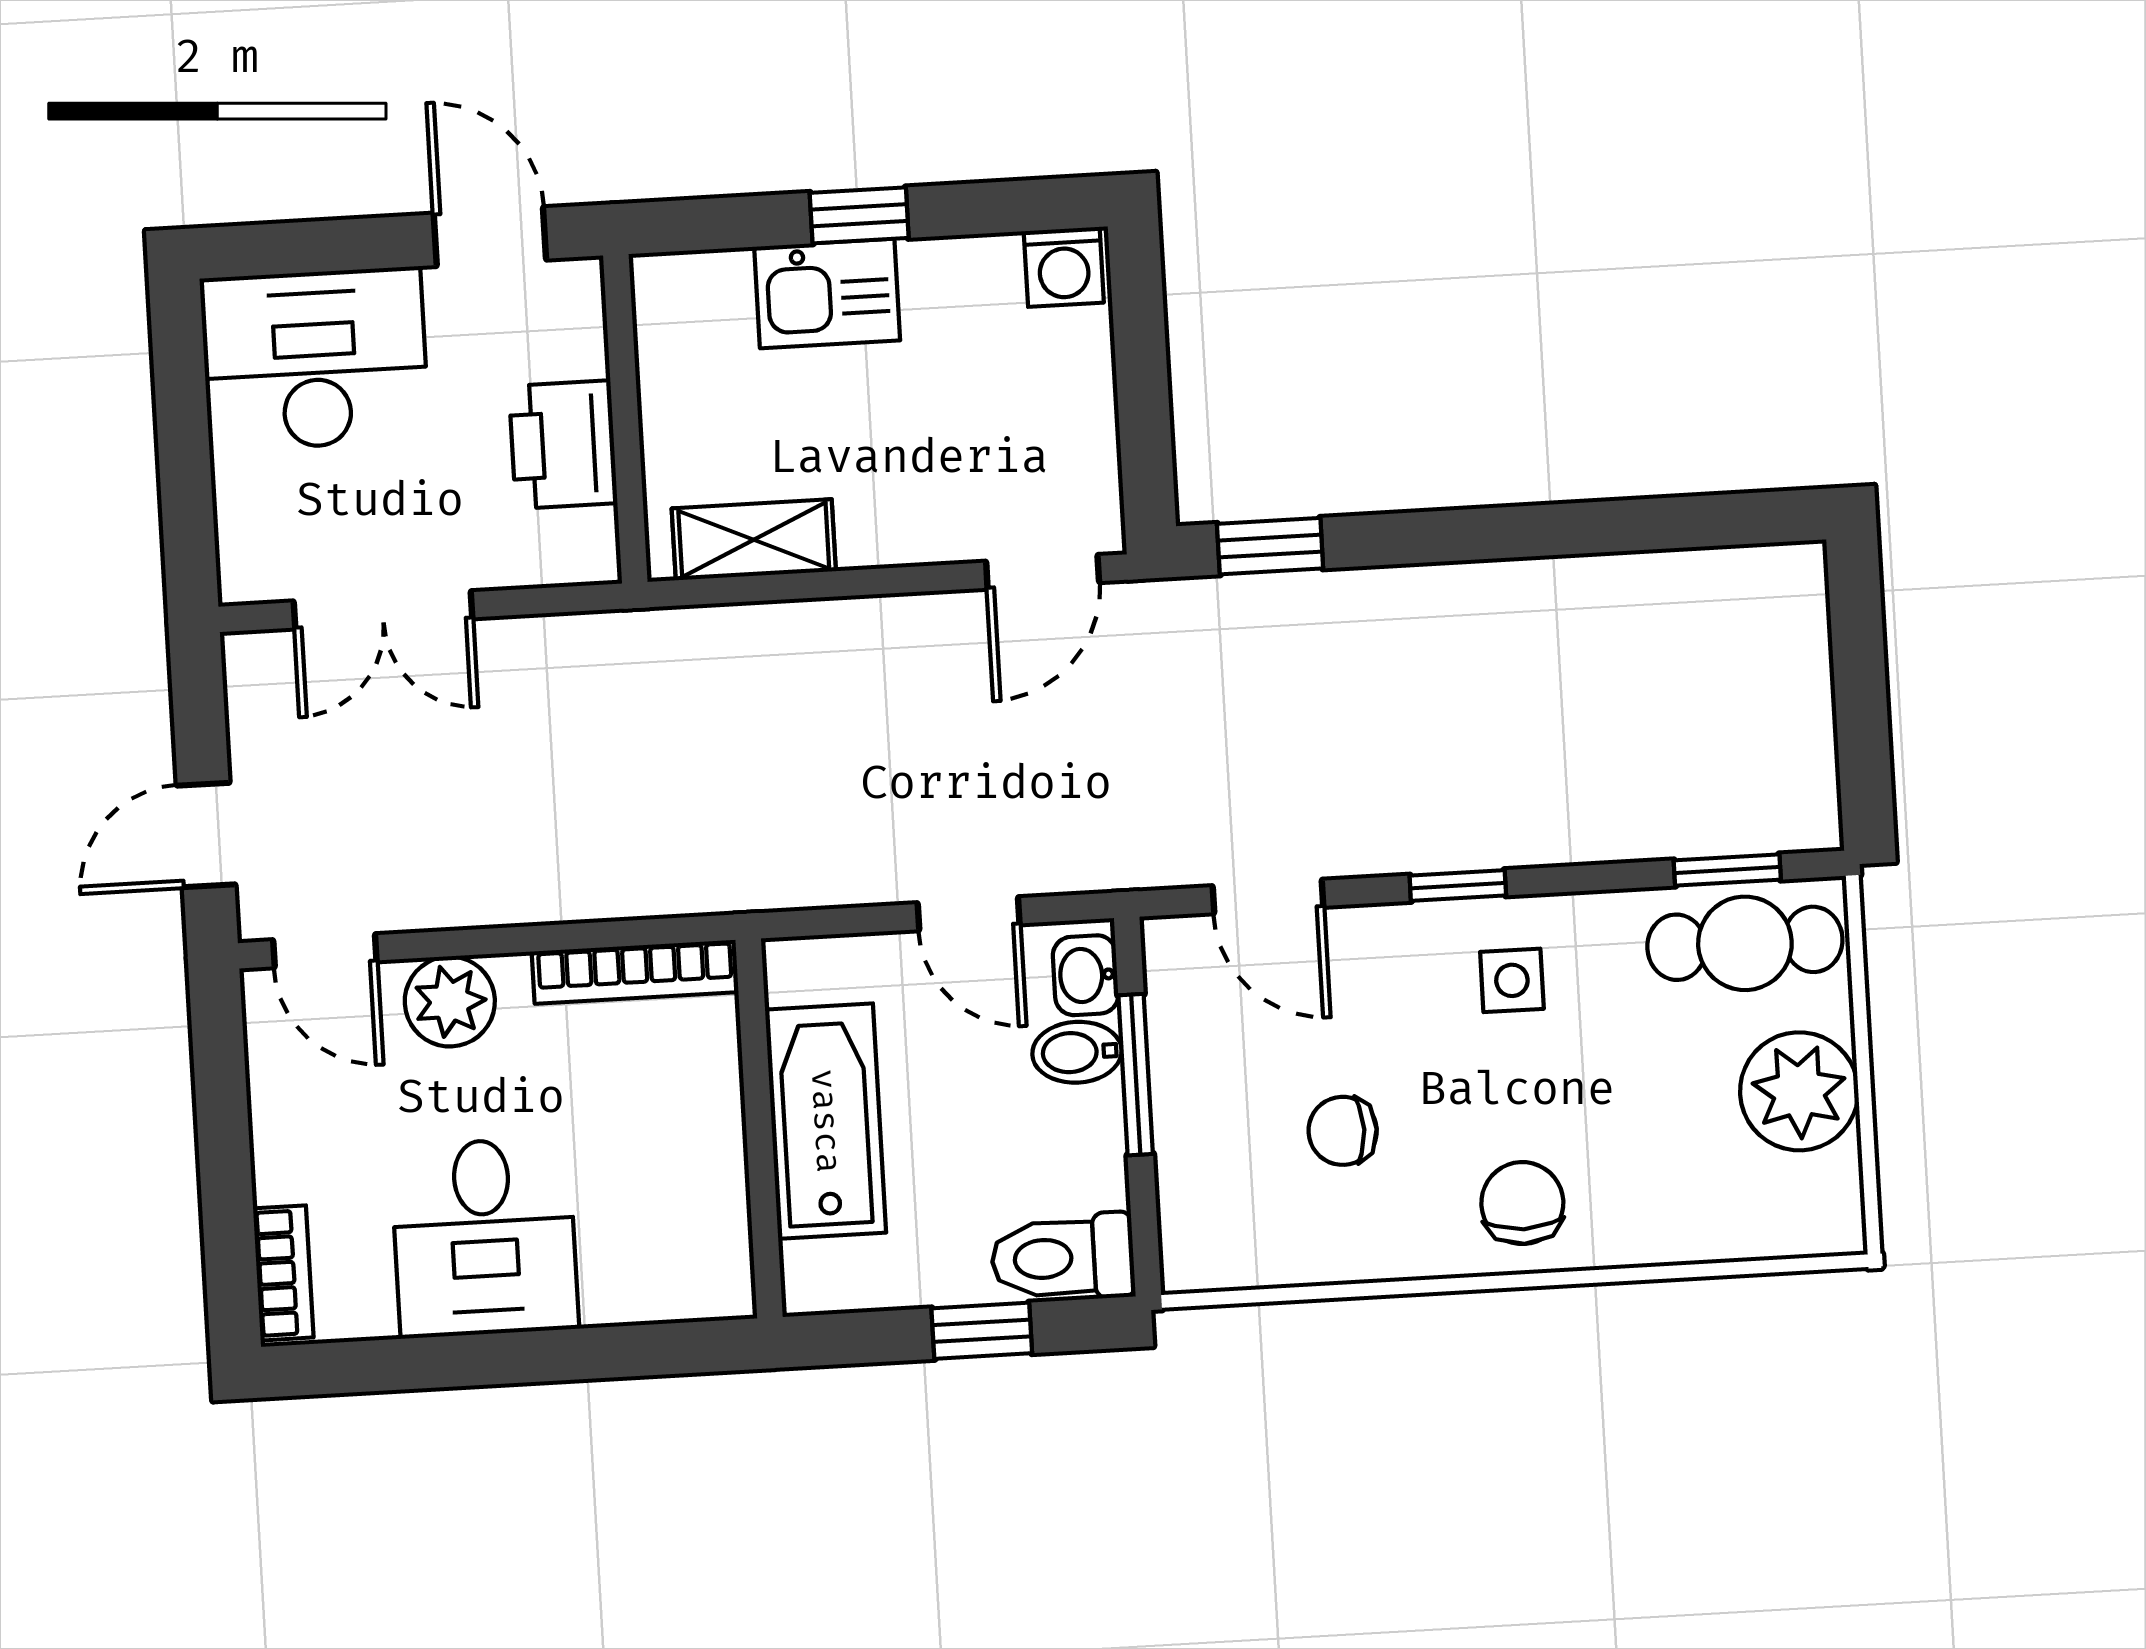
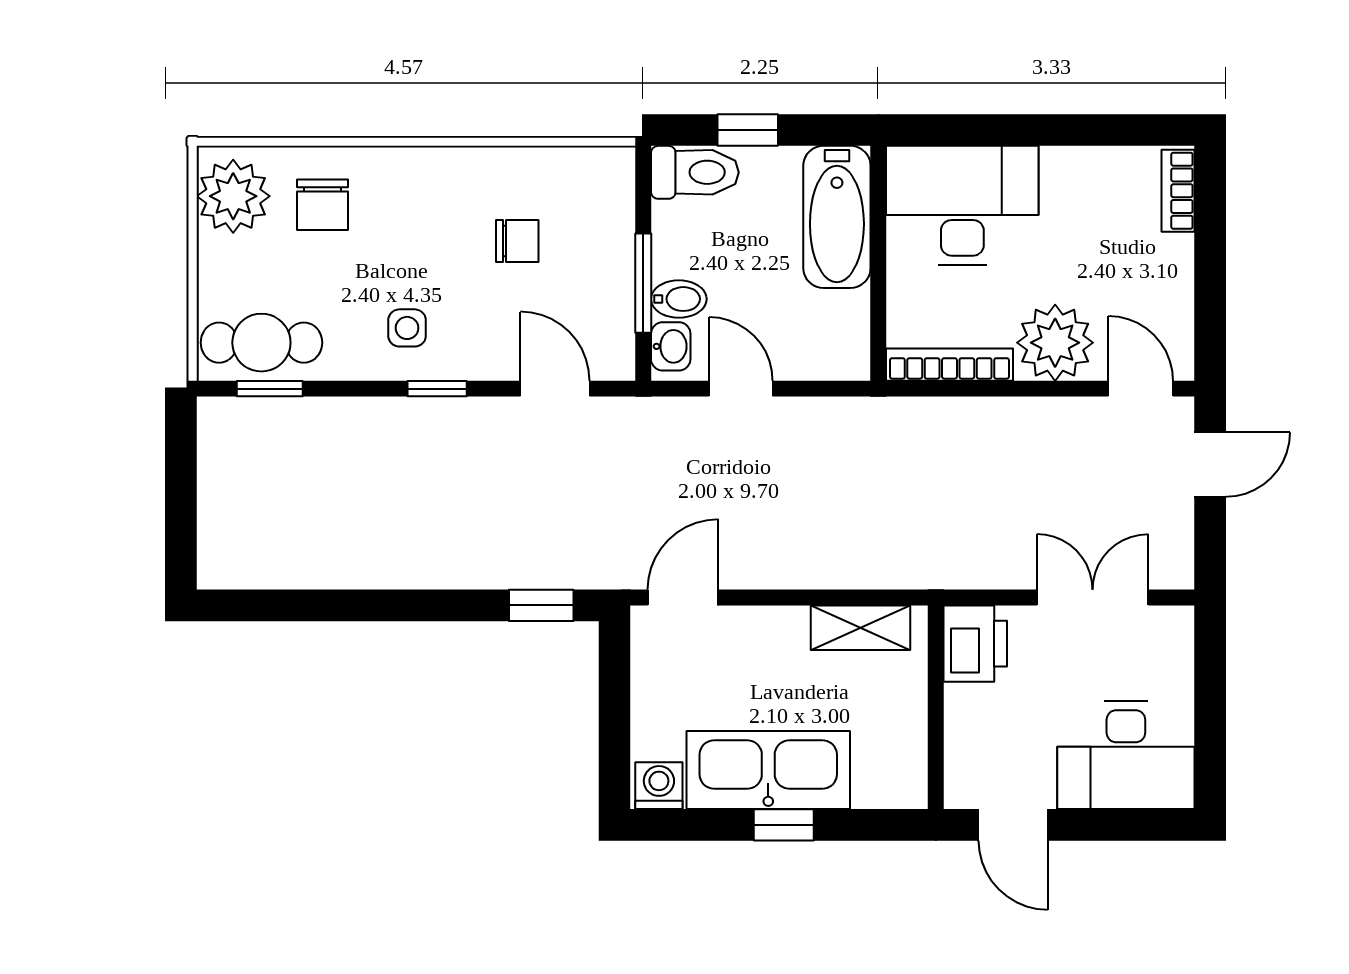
kitchen sink: (827, 293) -> (768, 770), width x1.88, depth x1.24
printer: (563, 445) -> (975, 644), moved
plant: (450, 1001) -> (1055, 343), width x1.36, depth x1.36
plant: (1799, 1091) -> (233, 196), moved
bathtub: (825, 1121) -> (837, 217), moved
chair: (1522, 1203) -> (323, 205), moved
desk: (484, 1237) -> (962, 206), moved, width x1.37

